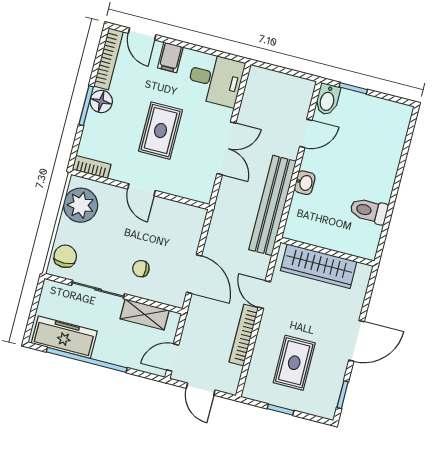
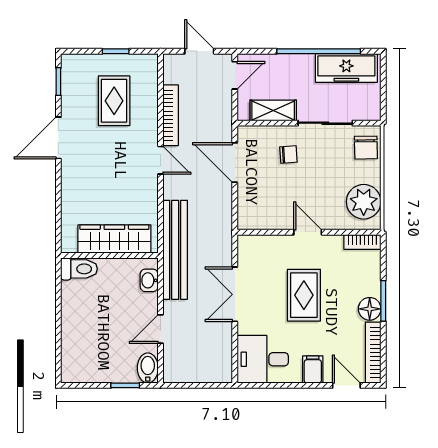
wall: (327, 252) -> (109, 255), moved
wardrobe: (319, 266) -> (114, 239), moved

